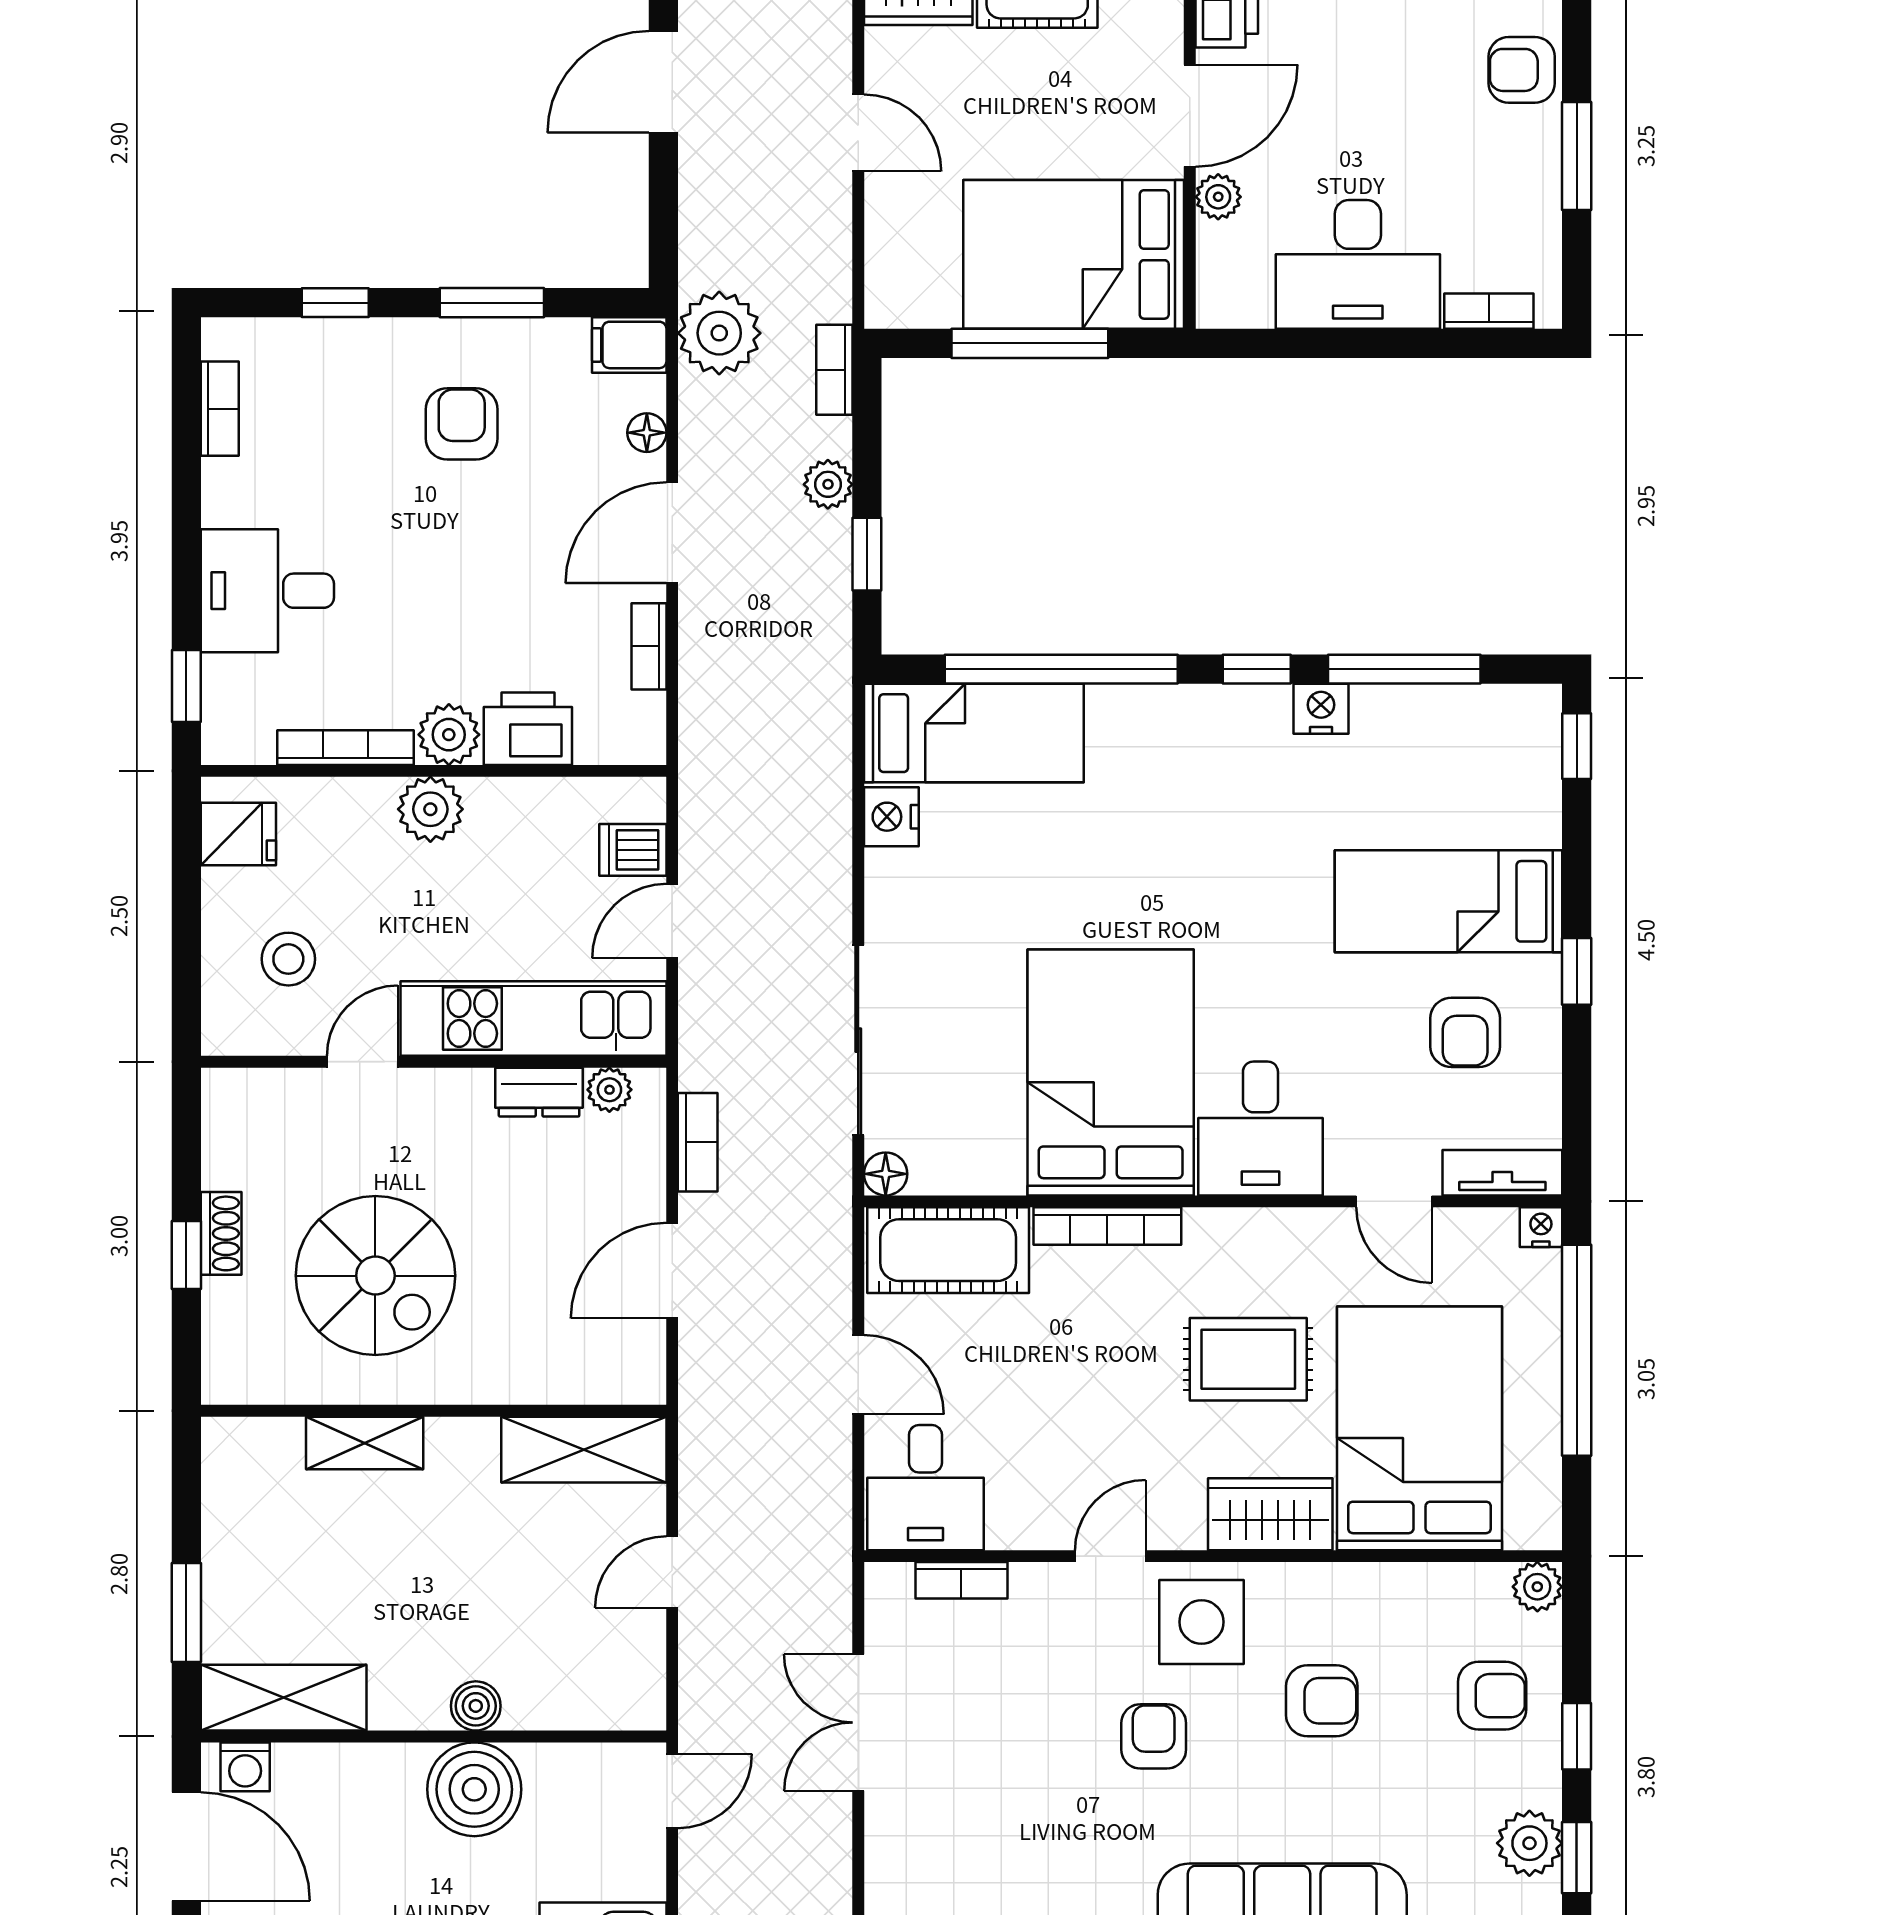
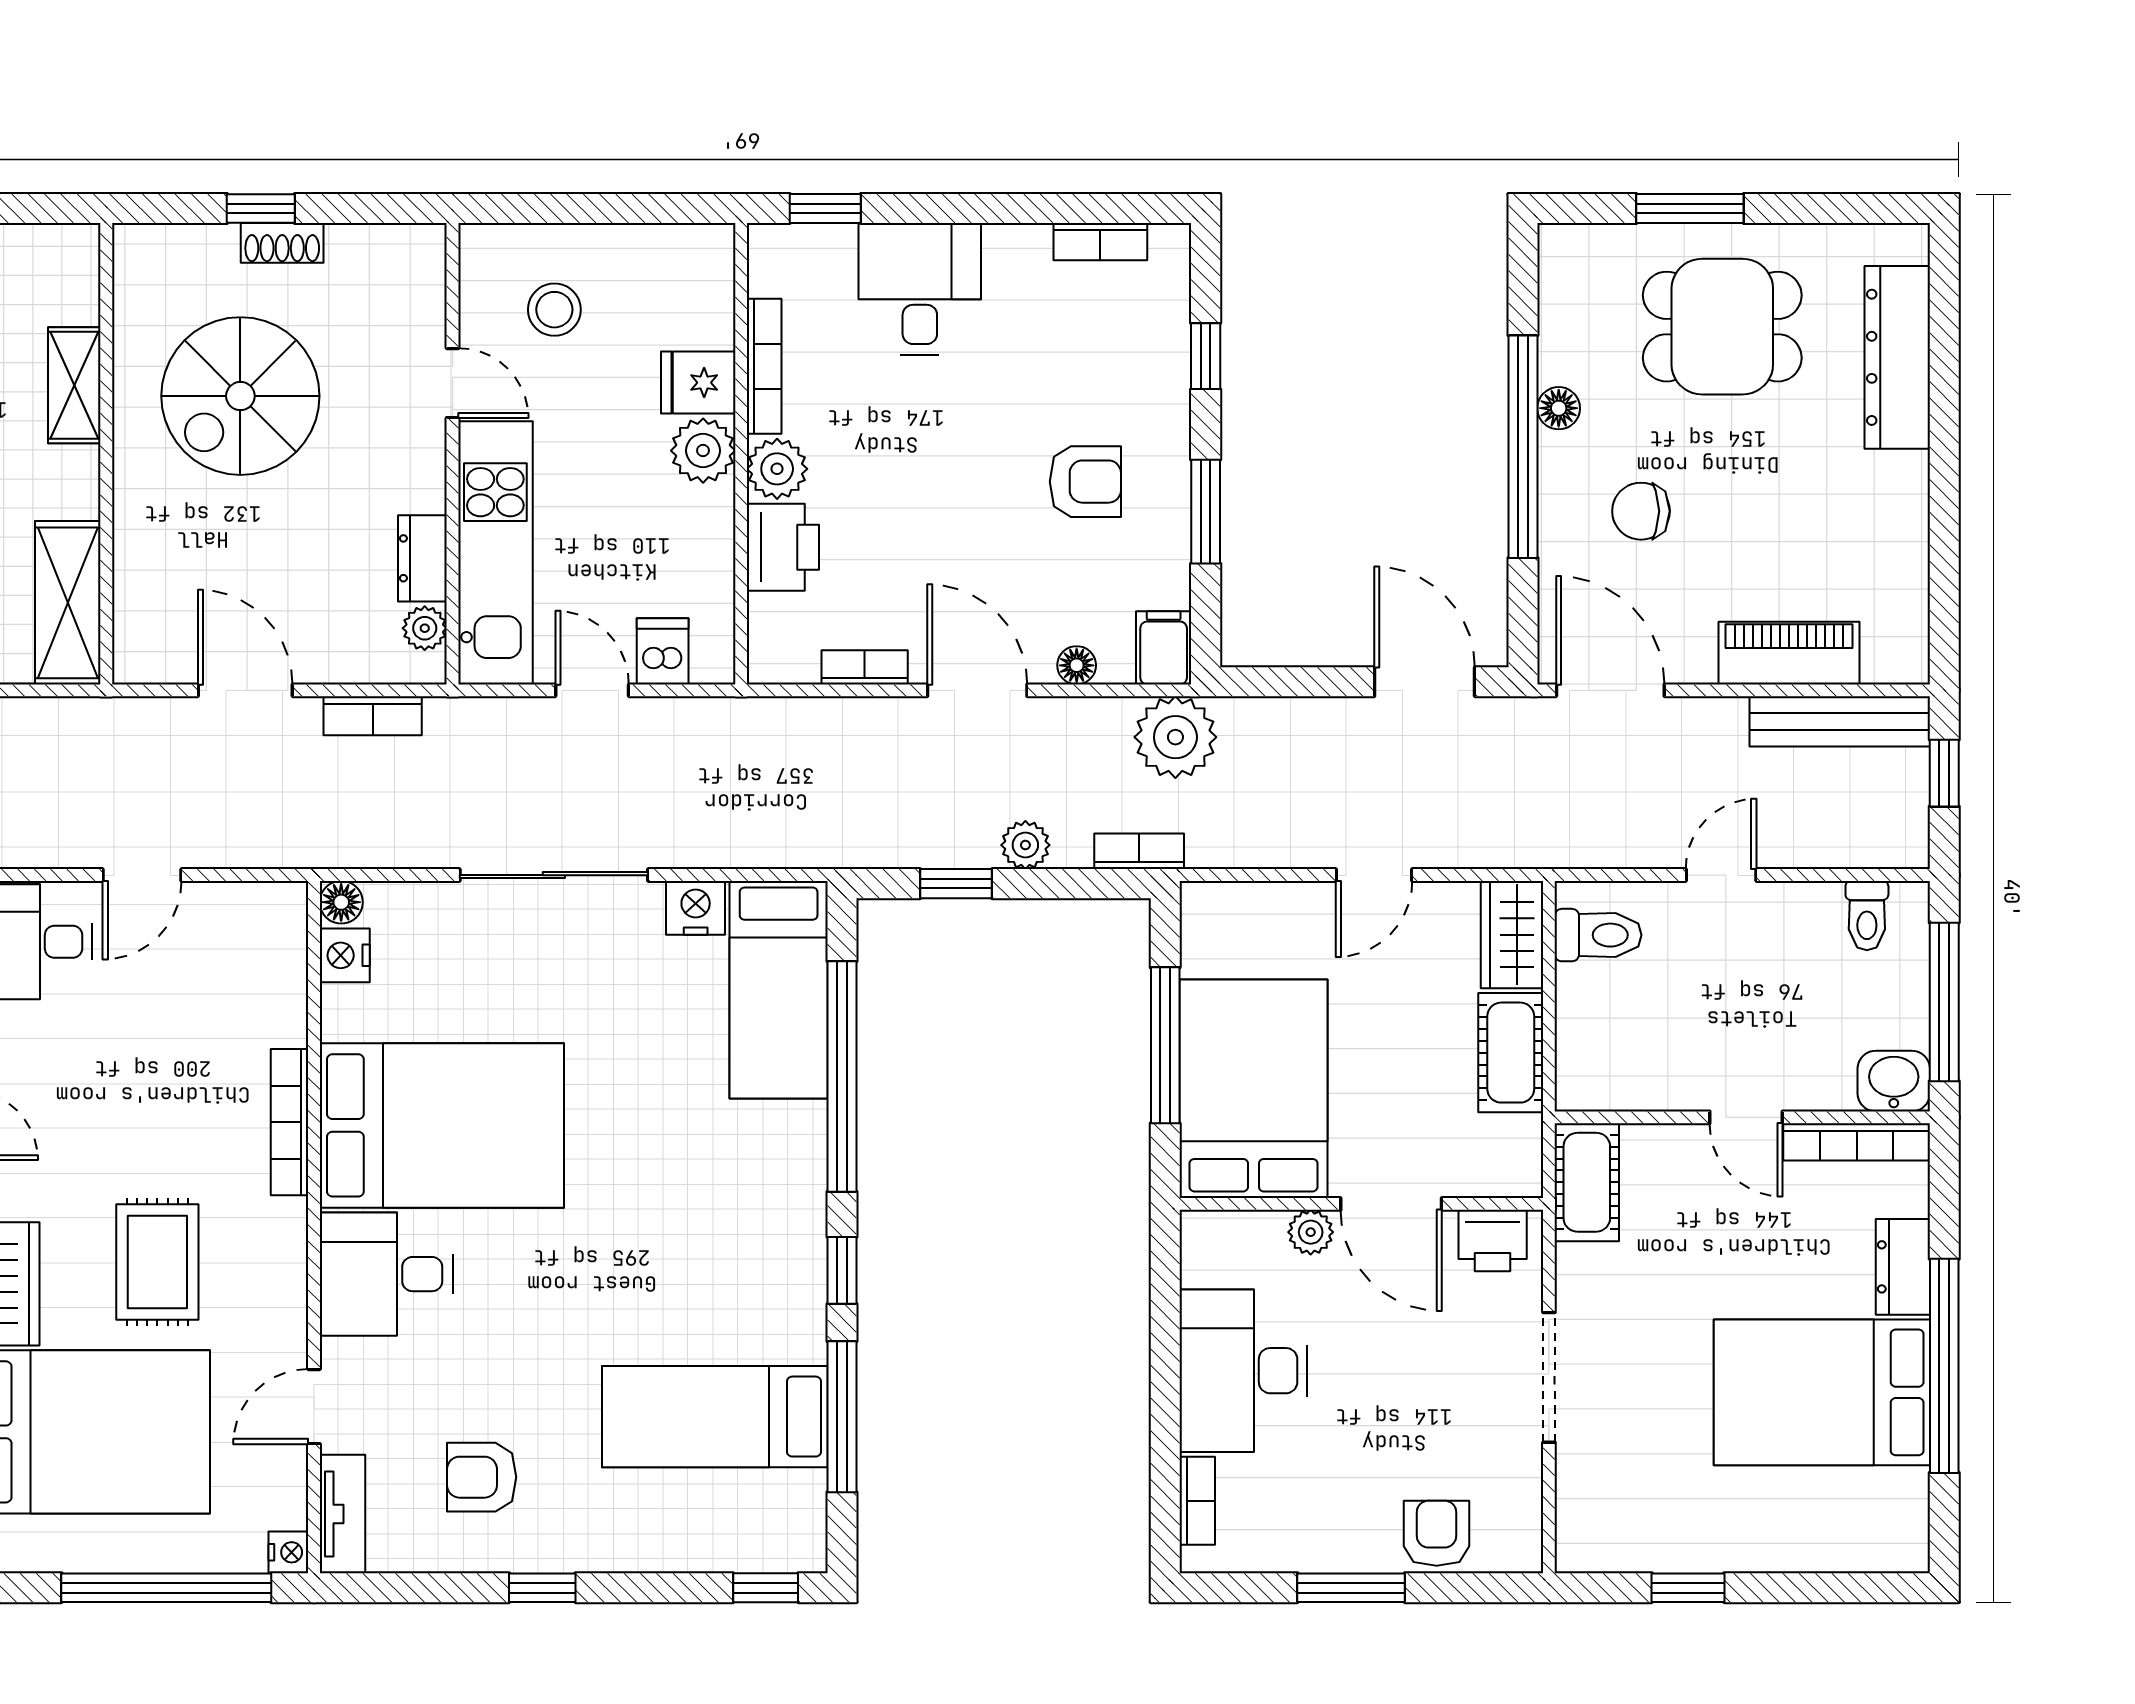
nightstand: (1321, 709) -> (345, 955), moved, turned 180
fridge: (238, 834) -> (698, 383), moved, turned 90
bed: (1448, 901) -> (715, 1417), moved, turned -90
sliding door: (858, 1040) -> (554, 875), moved
cot: (948, 1250) -> (266, 964), removed

